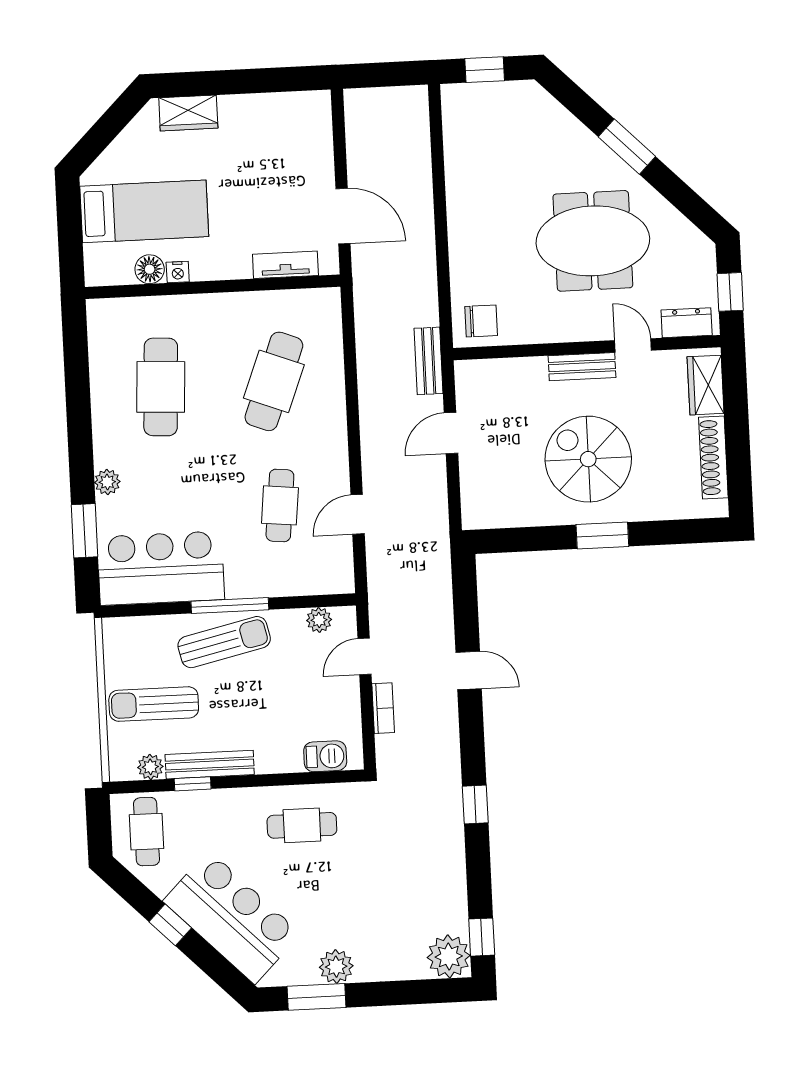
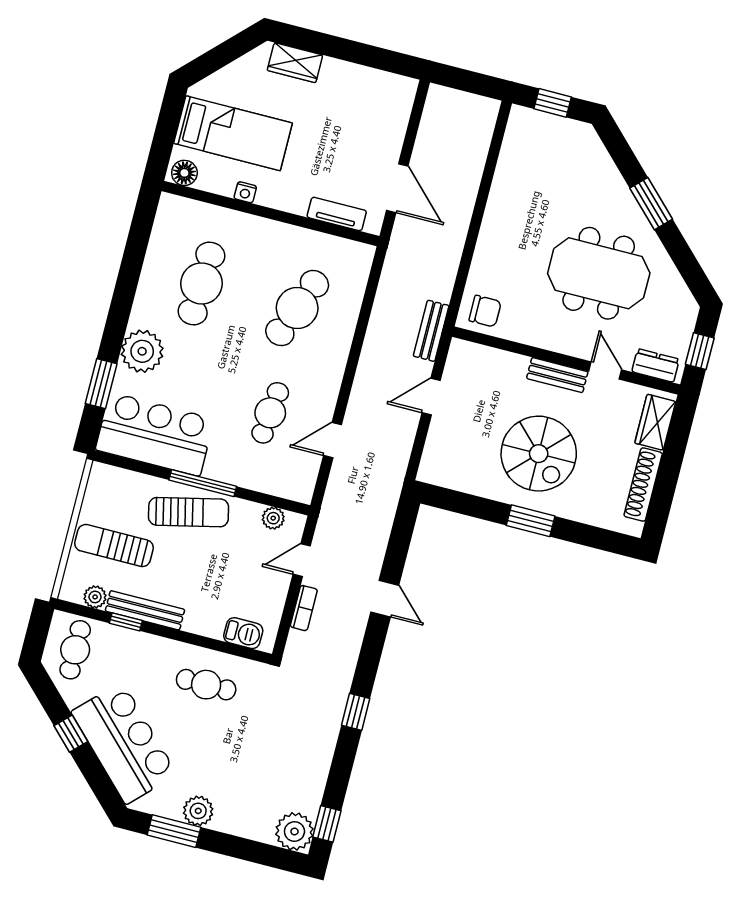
floor lamp: (150, 269) -> (184, 173), moved
spiral stairs: (588, 459) -> (539, 454), turned 180
plant: (107, 482) -> (142, 351), width x1.88, depth x1.88

